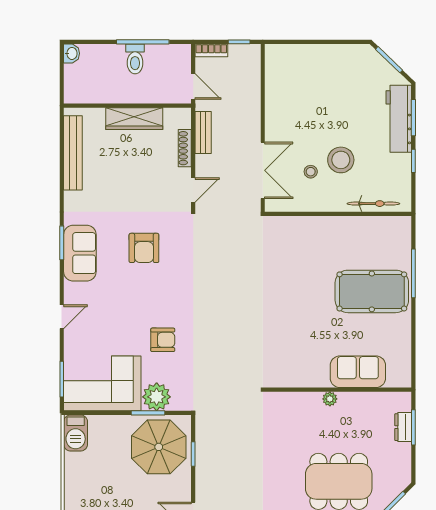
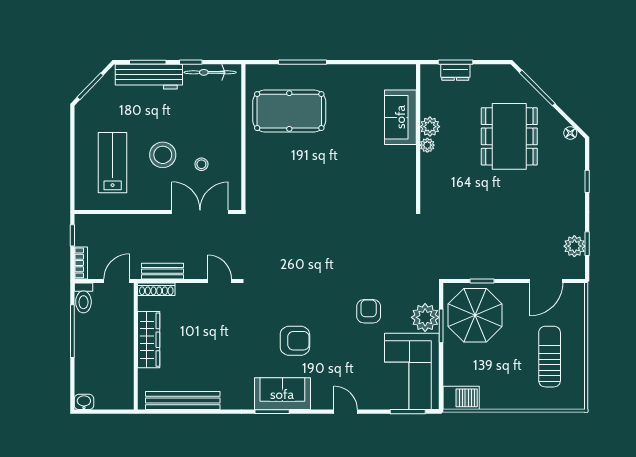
toilet: (135, 59) -> (83, 298), moved, turned 90
lab bench: (312, 82) -> (113, 163), added
shoe rack: (185, 148) -> (156, 289), moved
stool: (341, 160) -> (163, 155), moved
bicycle: (373, 204) -> (210, 72), moved, turned -90
armchair: (144, 248) -> (295, 341), moved
pool table: (372, 291) -> (289, 111), moved, turned 90
plant: (349, 402) -> (430, 127), added

